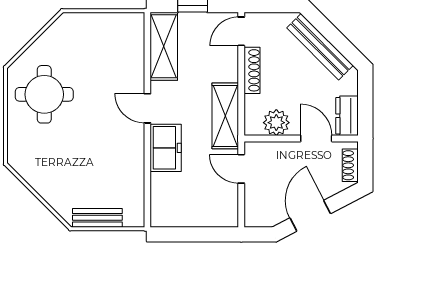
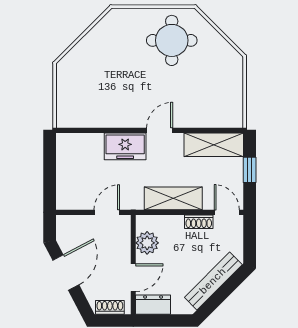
shoe rack: (252, 70) -> (199, 222), width x0.70
shelving: (225, 116) -> (173, 198), moved
door: (310, 216) -> (66, 273), hinge flipped
bench: (97, 218) -> (64, 87), removed

